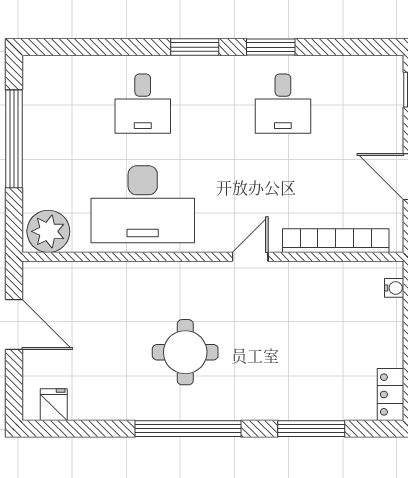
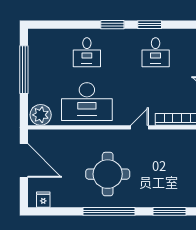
door: (14, 324) -> (24, 160), width x1.36
round table: (185, 352) -> (108, 174), width x1.36, depth x1.36

